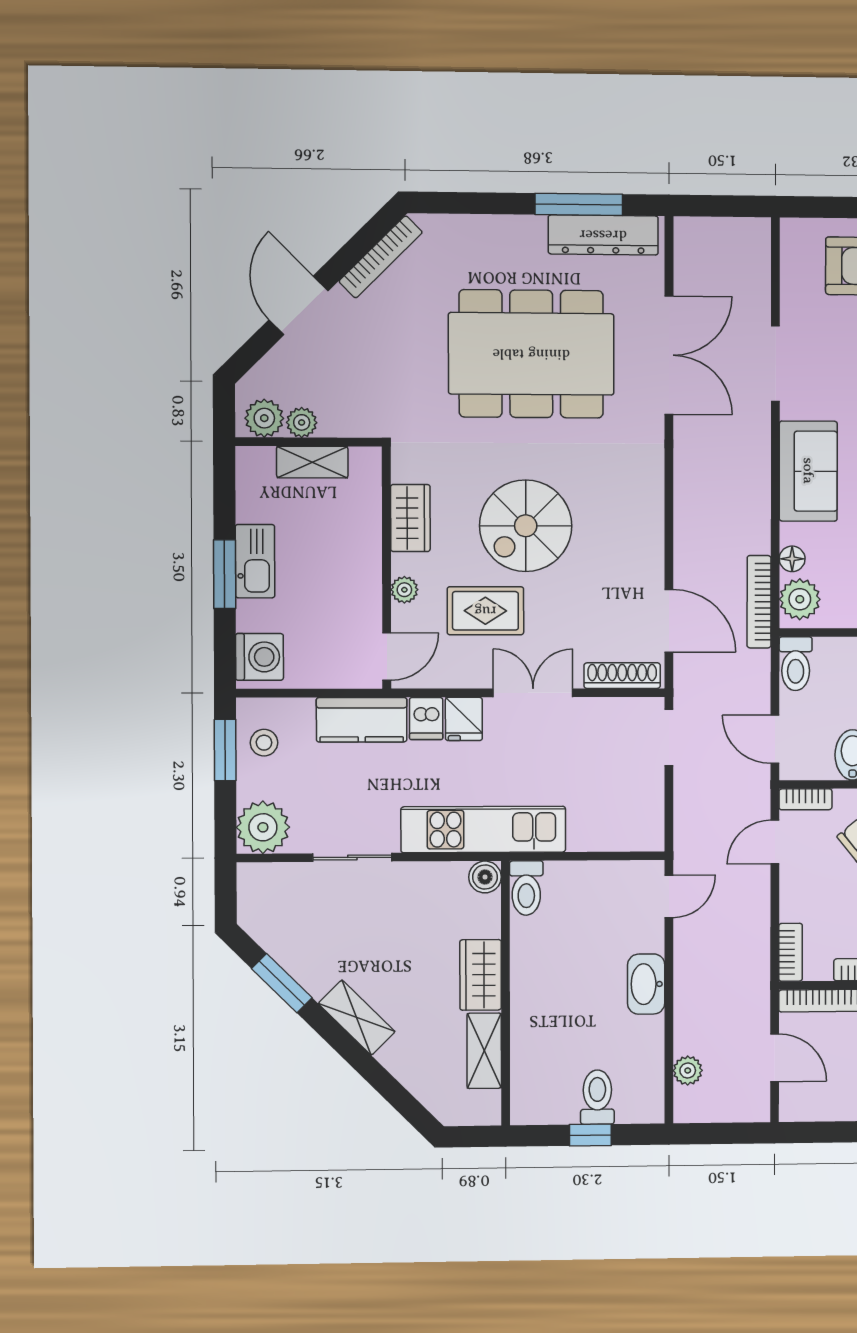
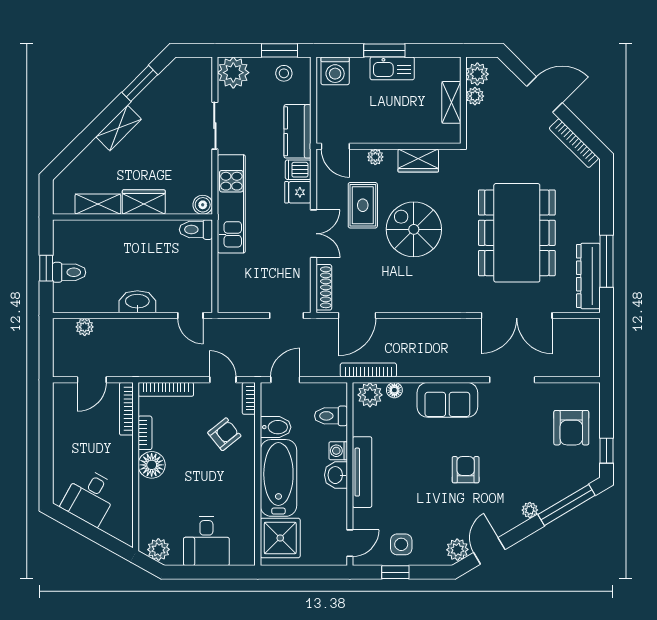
toilet: (796, 664) -> (331, 416), moved
bookcase: (791, 952) -> (166, 389), width x1.56

